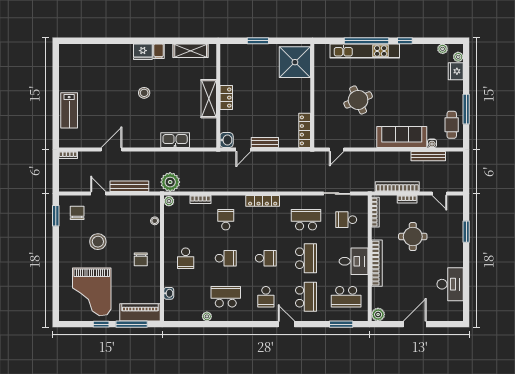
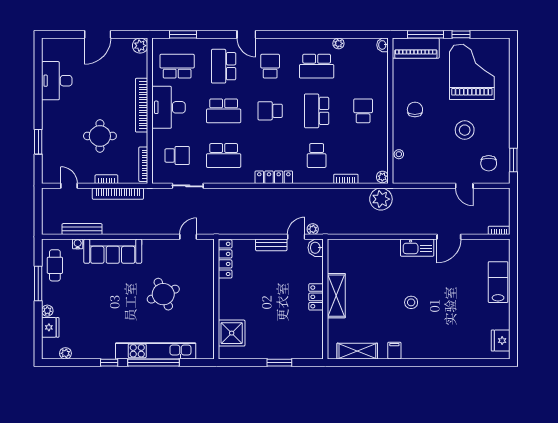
fridge: (143, 52) -> (501, 341), moved, turned -90
plant: (458, 57) -> (47, 311), moved
shower: (295, 62) -> (232, 333), width x0.73, depth x0.73
kitchen sink: (175, 140) -> (417, 248), moved
plant: (229, 156) -> (313, 229), added
bench: (129, 186) -> (428, 194), removed
school desk: (226, 258) -> (317, 111), width x1.85
school desk: (306, 258) -> (224, 111), turned -90
desk: (354, 261) -> (169, 107), width x1.37
washbasin: (169, 293) -> (383, 45), moved

